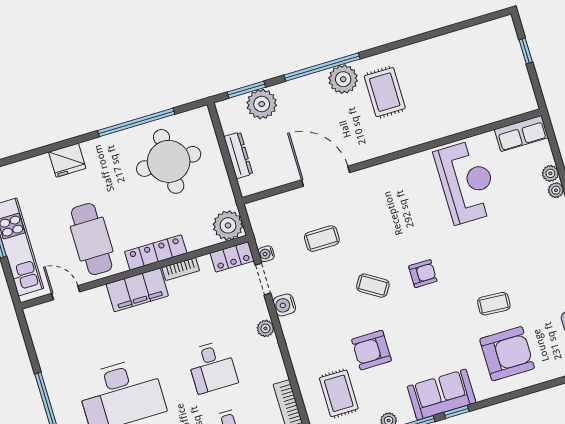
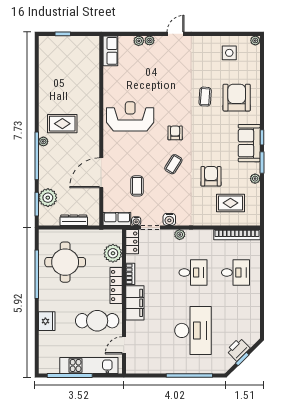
plant: (343, 79) -> (43, 141), width x0.53, depth x0.53
reception desk: (467, 182) -> (130, 116), moved
row of seats: (261, 223) -> (117, 219), added
plant: (228, 225) -> (113, 253), moved
armchair: (372, 350) -> (211, 176), turned 180

